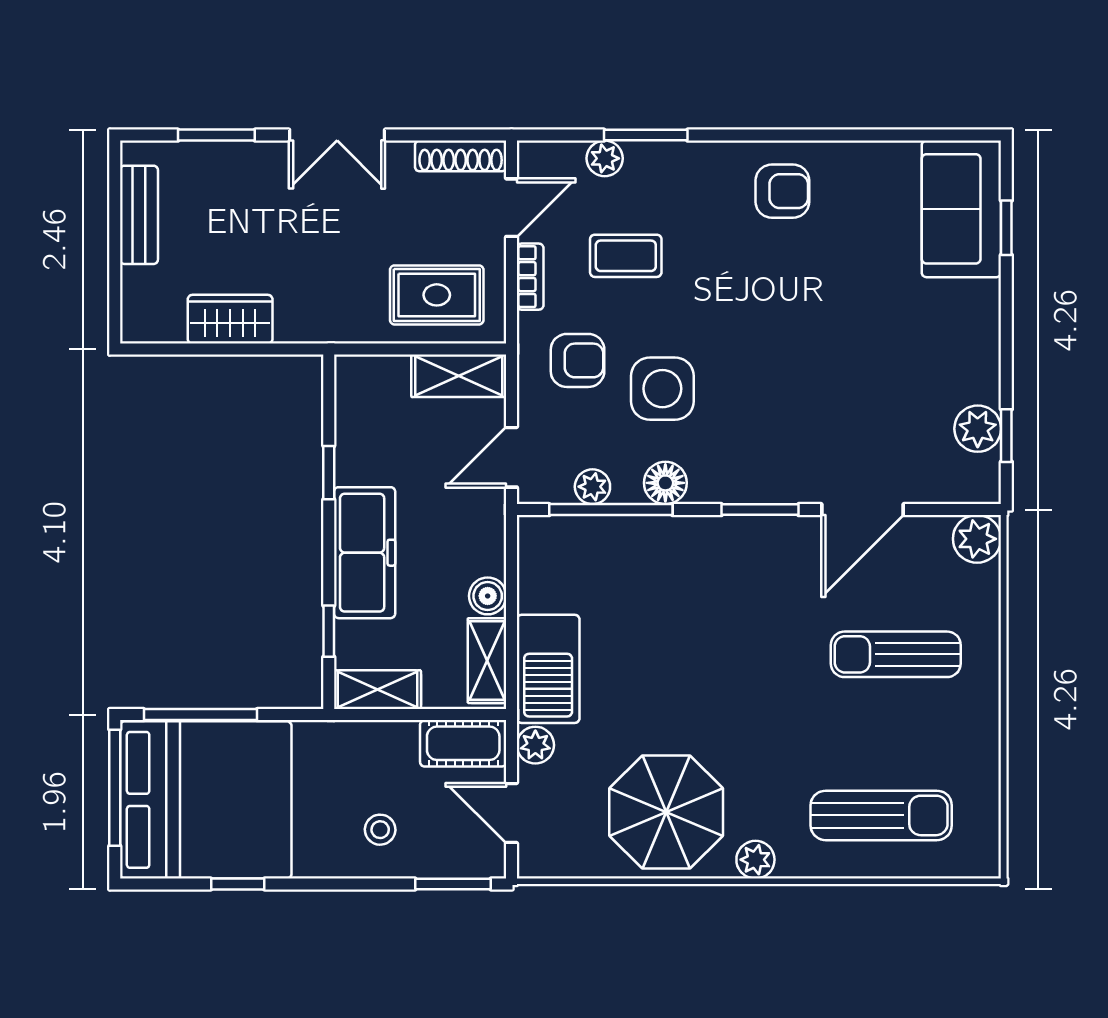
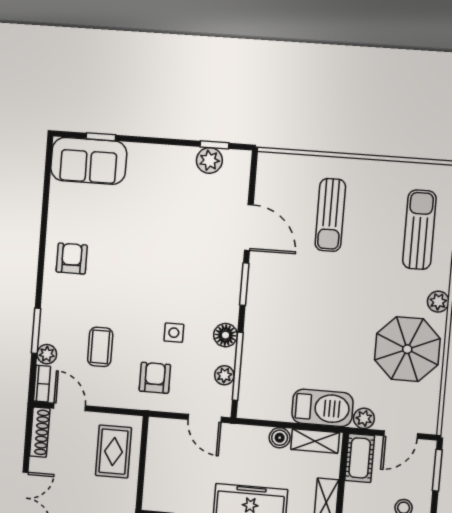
bookcase: (530, 277) -> (42, 384), moved, turned 90
shelving: (459, 376) -> (158, 443), removed
side table: (662, 389) -> (174, 333), width x0.54, depth x0.54
plant: (977, 539) -> (270, 165), removed

